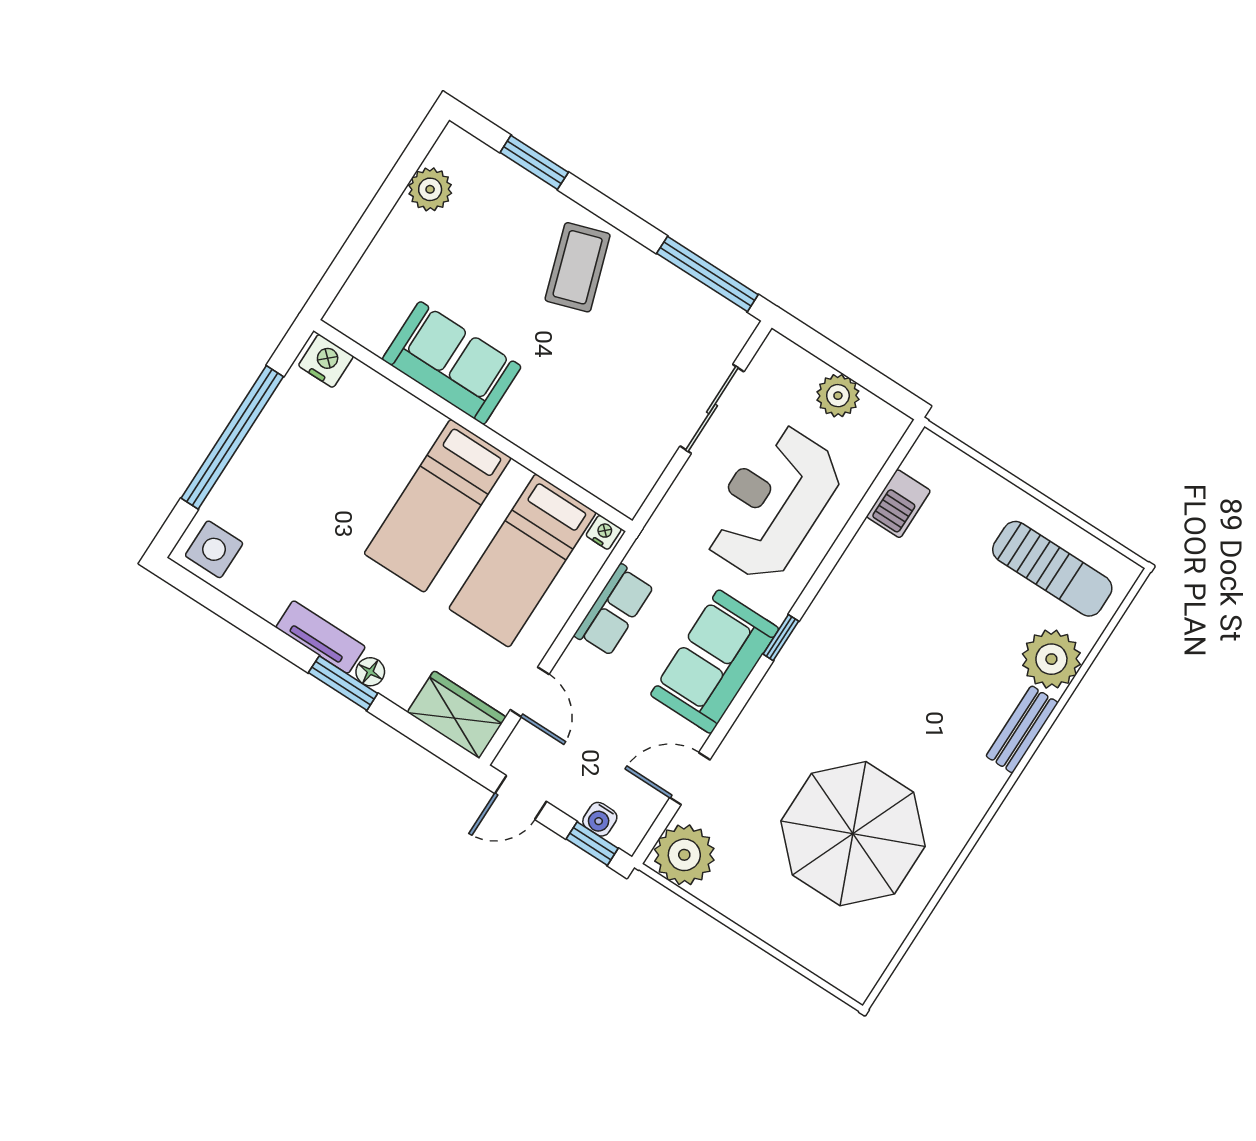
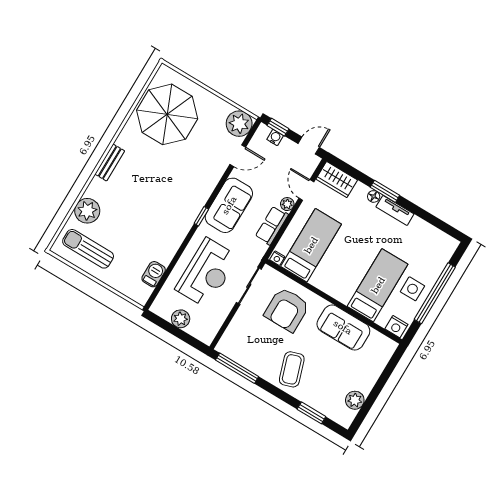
sliding door: (712, 409) -> (249, 286), moved
armchair: (585, 410) -> (287, 310), added
bed: (438, 506) -> (378, 285), moved
side table: (214, 549) -> (412, 289), moved
plant: (576, 660) -> (287, 204), added
bench: (1022, 729) -> (110, 162), moved
parasol: (853, 834) -> (167, 114), moved

